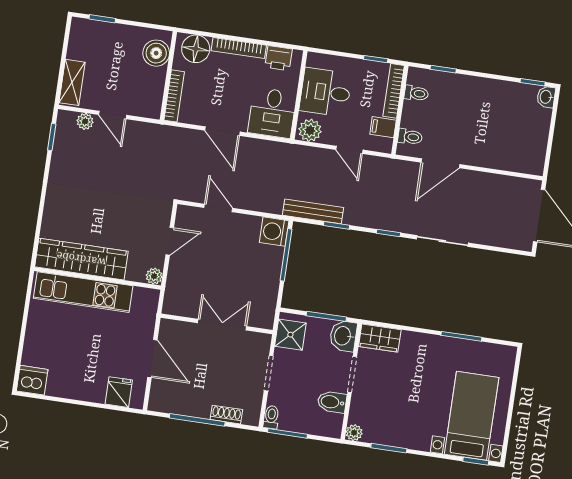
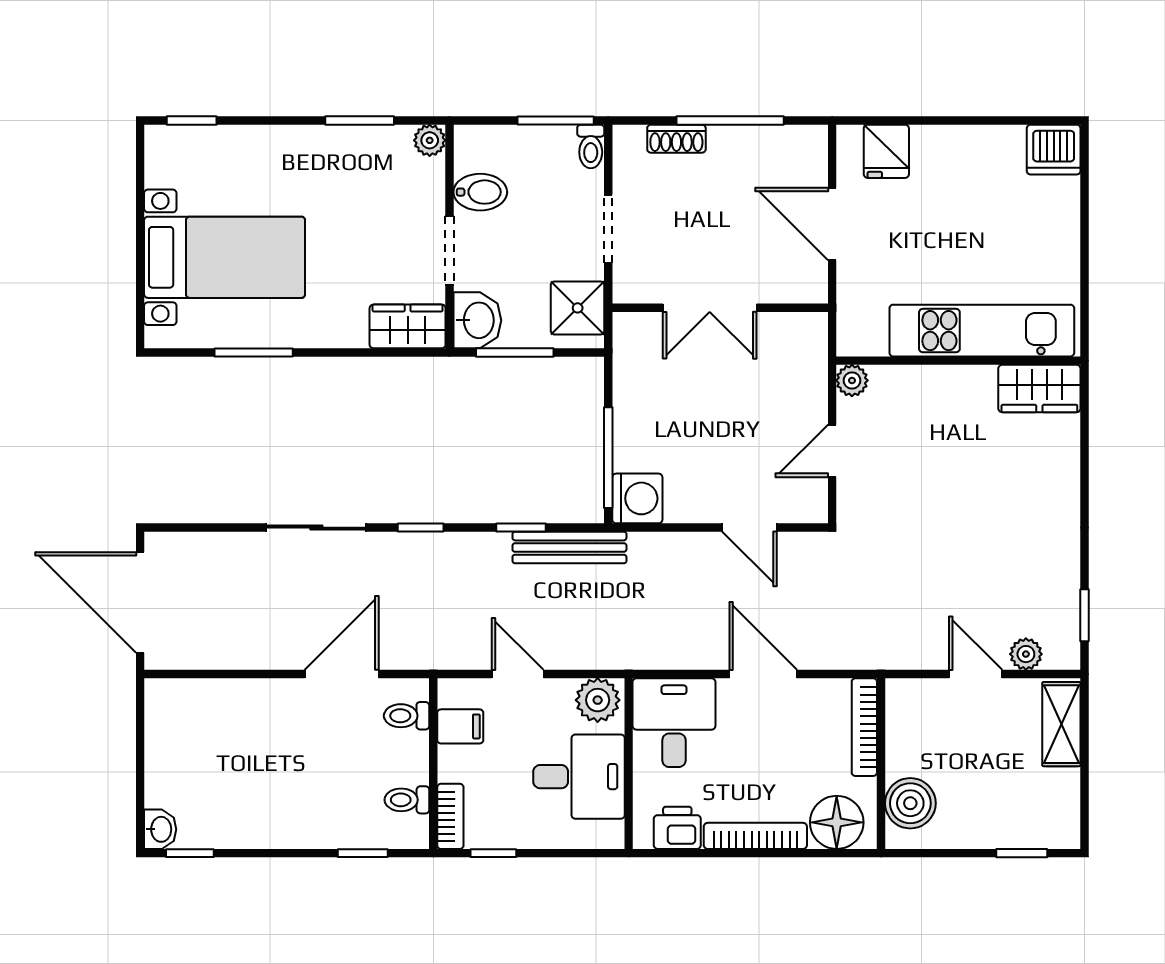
bookcase: (394, 91) -> (450, 816), width x0.64
wardrobe: (81, 259) -> (1039, 388), width x0.48, depth x0.85
bed with nightstands: (472, 416) -> (225, 257), moved, turned -90

